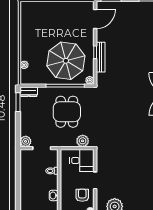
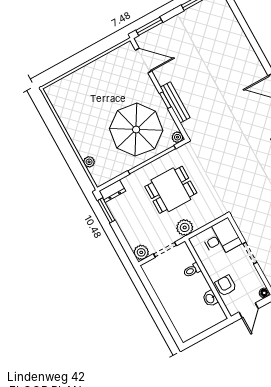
door: (95, 19) -> (144, 61), hinge flipped
dining table: (67, 112) -> (171, 190), turned 90
plant: (83, 141) -> (185, 227), moved
armchair: (82, 195) -> (226, 286), moved

